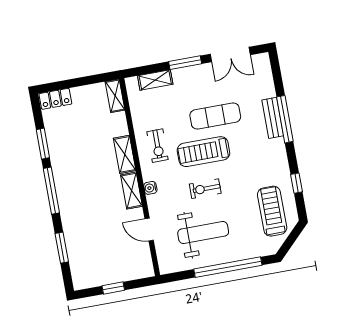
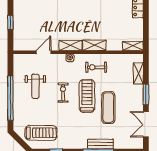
weight bench: (203, 232) -> (35, 86), width x0.73, depth x0.75

